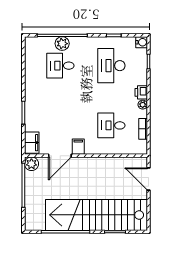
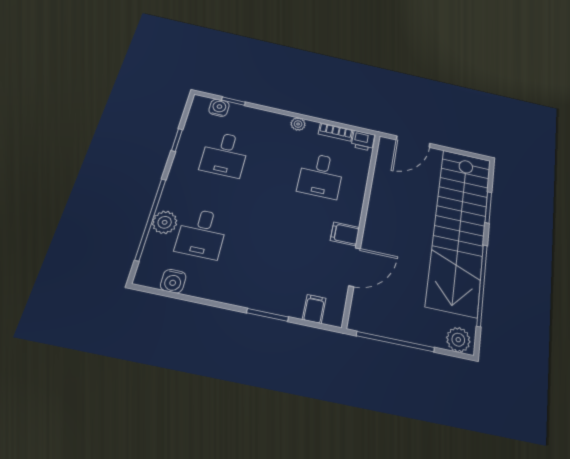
water cooler: (142, 42) -> (219, 108), moved
water cooler: (31, 58) -> (173, 281), added
desk: (111, 66) -> (225, 154), width x0.73
printer: (141, 92) -> (363, 141), moved
filing cabinet: (32, 143) -> (314, 309), width x0.50
door: (60, 156) -> (355, 267), hinge flipped
plant: (31, 164) -> (458, 340), moved

